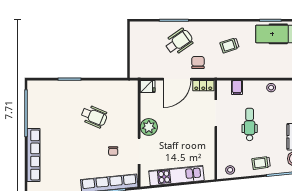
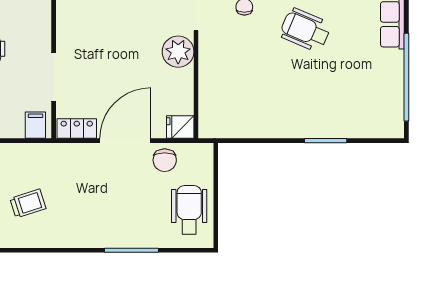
wheelchair: (179, 42) -> (189, 210), moved, turned 125
chair: (198, 62) -> (165, 160), moved
filing cabinet: (237, 87) -> (35, 125), moved
wheelchair: (94, 116) -> (305, 30), moved

